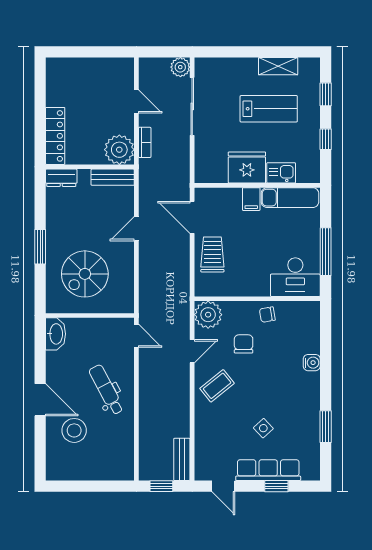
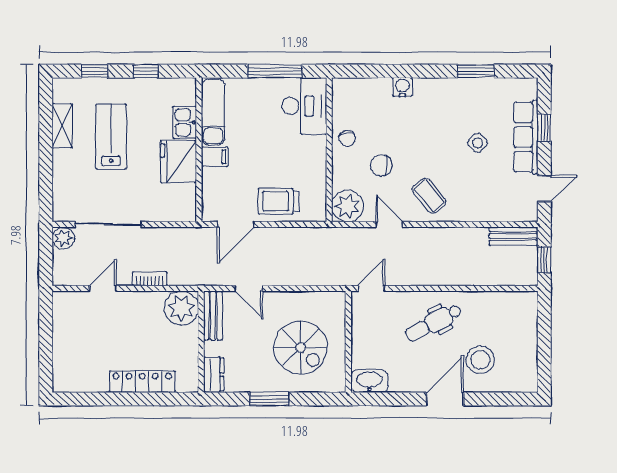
plant: (119, 150) -> (181, 308), moved
wall: (90, 167) -> (201, 342), moved
bench: (113, 177) -> (213, 316), moved
dresser: (61, 178) -> (214, 375), moved

